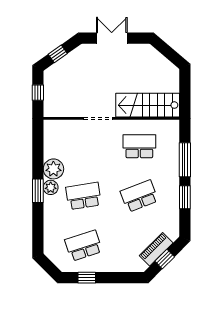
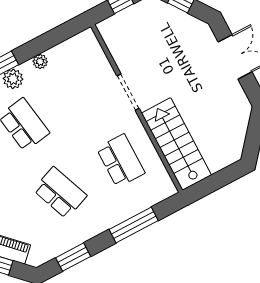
plant: (53, 169) -> (40, 61), width x0.53, depth x0.53
window: (185, 197) -> (73, 257), moved

